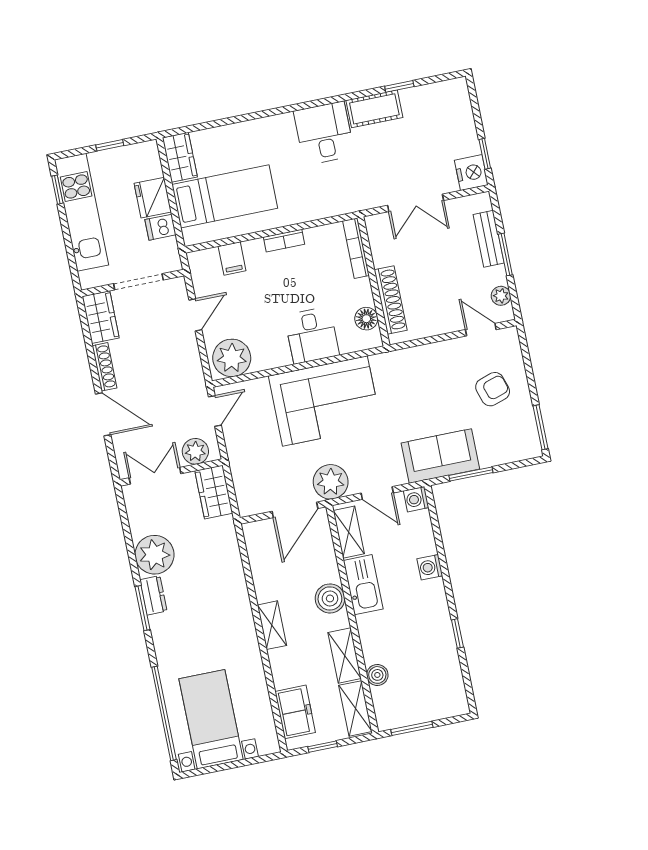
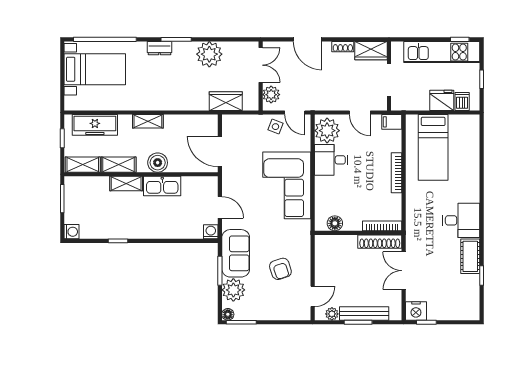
wardrobe: (180, 157) -> (464, 123), removed
dishwasher: (160, 227) -> (462, 101), moved
bench: (489, 239) -> (364, 313), width x1.36
bookcase: (284, 241) -> (396, 173), width x1.56
filing cabinet: (232, 258) -> (392, 122), moved
shoe rack: (391, 300) -> (380, 242), moved
desk: (312, 335) -> (331, 160), moved
shoe rack: (105, 367) -> (343, 47), width x0.70
armchair: (493, 389) -> (280, 269), moved
door: (103, 414) -> (307, 39), hinge flipped
side table: (241, 435) -> (275, 127), added
floor lamp: (533, 449) -> (228, 314), added
plant: (331, 482) -> (233, 290), moved
wardrobe: (214, 492) -> (226, 101), moved
door: (377, 493) -> (220, 207), swing flipped
shelving: (349, 532) -> (126, 184), moved
washing machine: (430, 567) -> (72, 232), moved, turned 90
dresser: (153, 595) -> (159, 48), moved
boiler: (377, 675) -> (102, 183), removed
freezer: (295, 712) -> (95, 125), width x1.40

